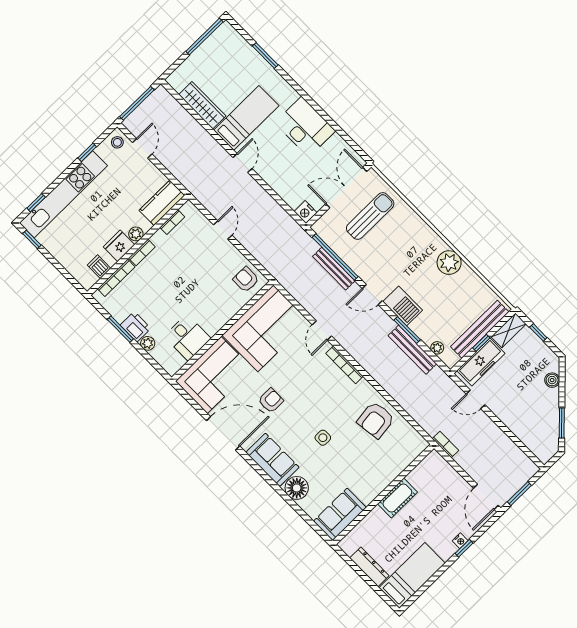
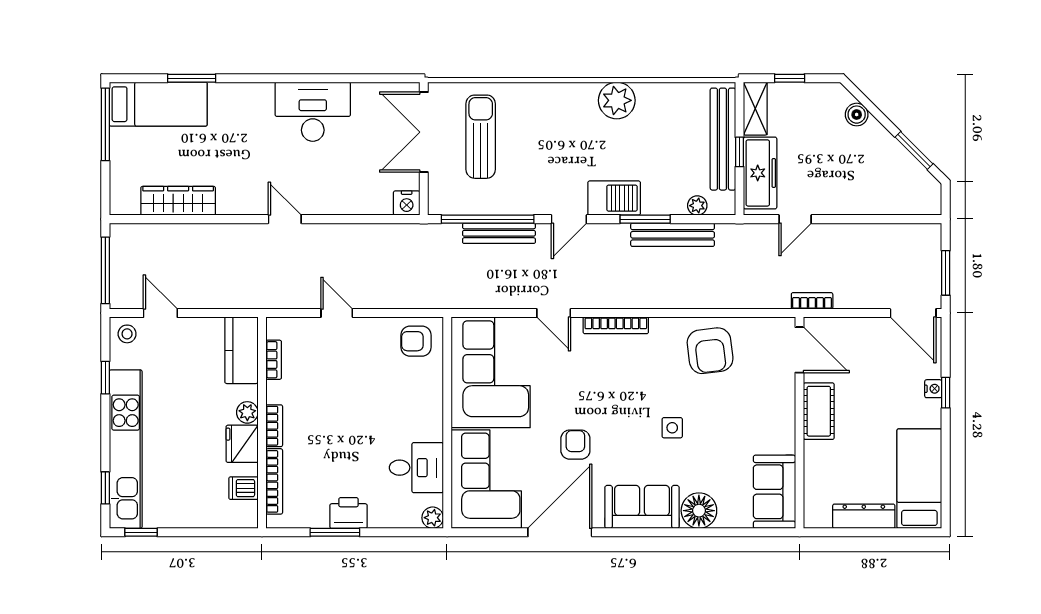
bed: (246, 118) -> (158, 104), moved, turned 90
plant: (148, 343) -> (433, 518), moved
door: (417, 461) -> (800, 350), added

